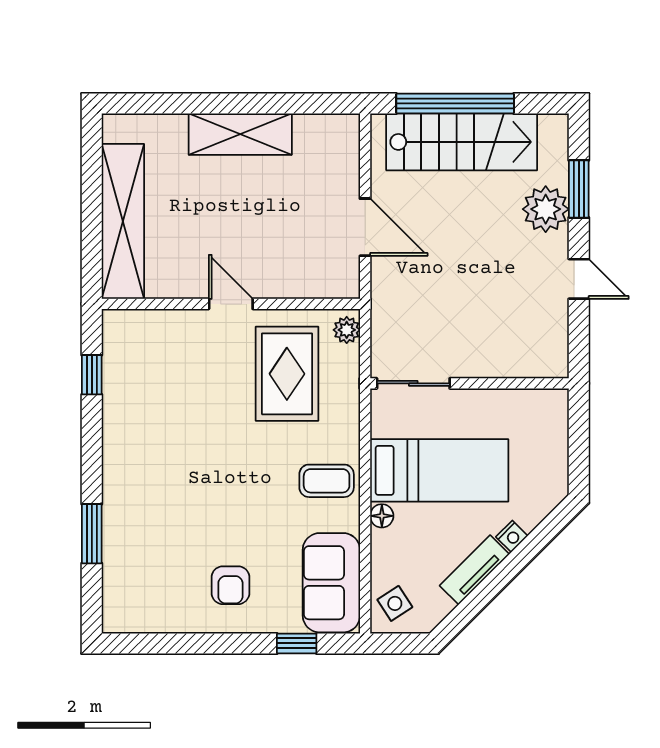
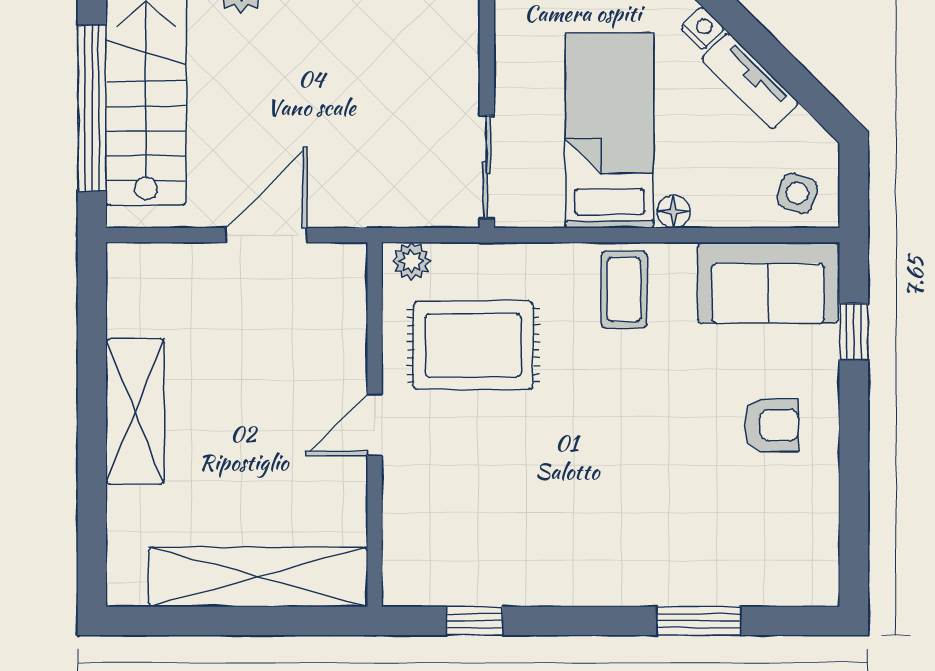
side table: (395, 603) -> (797, 193), turned -38

